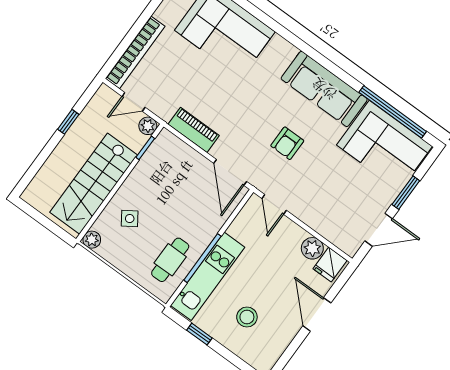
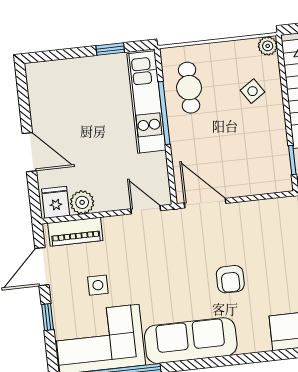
piano: (194, 130) -> (75, 232), moved
armchair: (287, 143) -> (230, 279), moved, turned 180
side table: (352, 183) -> (98, 285), added
window: (406, 193) -> (48, 317), width x0.67
stool: (247, 317) -> (84, 98), removed

